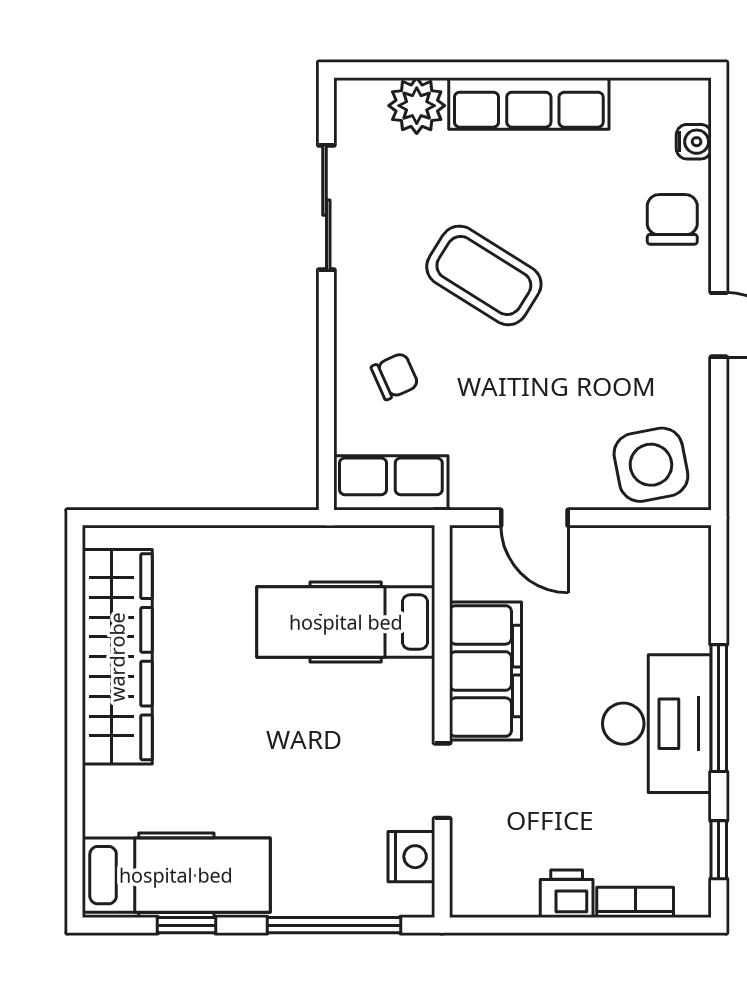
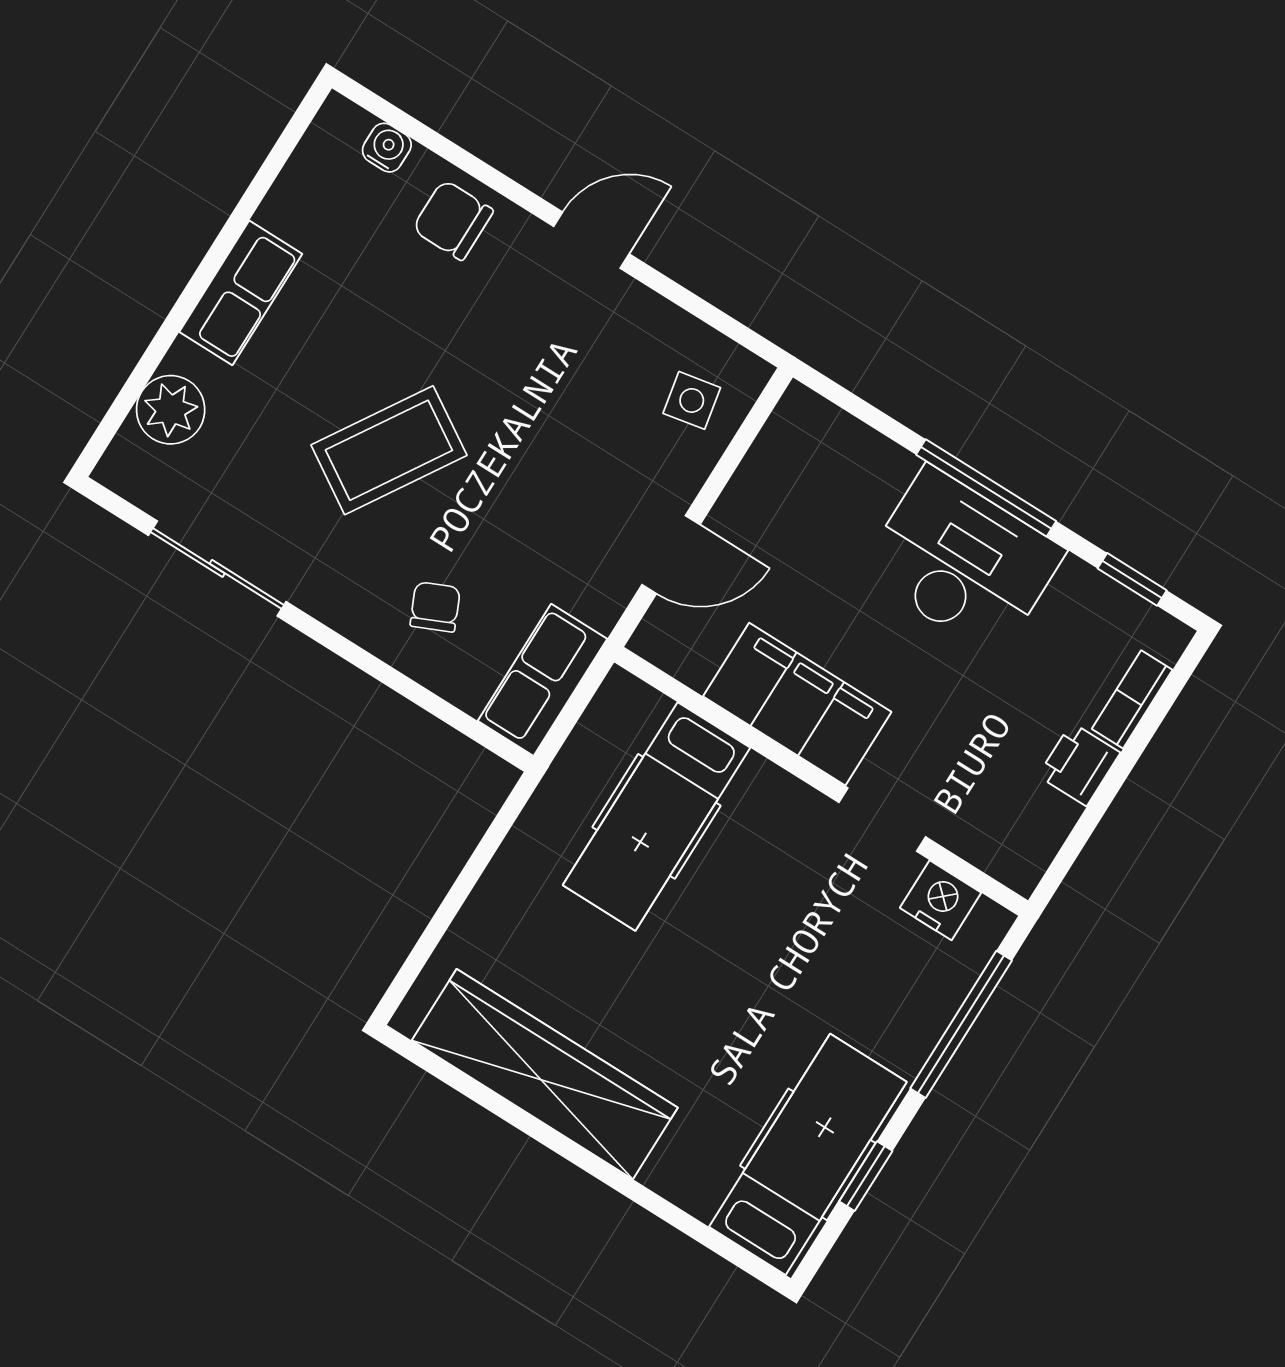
row of seats: (529, 103) -> (241, 293), width x0.68
side table: (651, 465) -> (692, 400), width x0.54, depth x0.54

